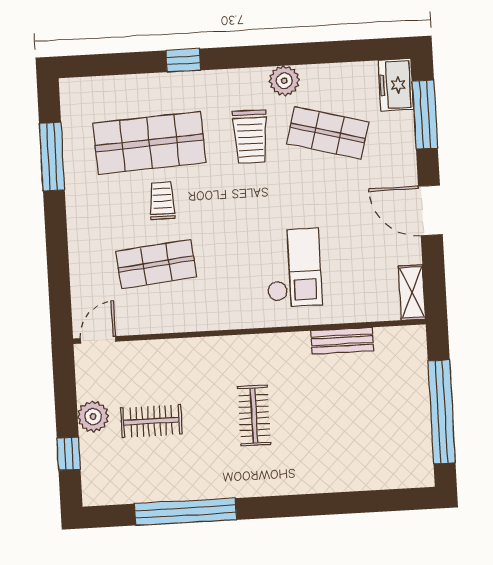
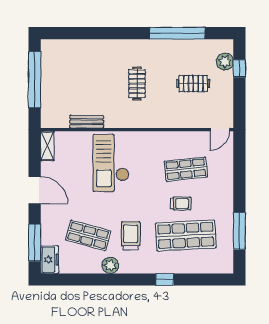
trolley: (162, 201) -> (181, 204), turned -90
checkout: (293, 268) -> (111, 163), width x1.36, depth x1.21
plant: (93, 417) -> (225, 62), moved

